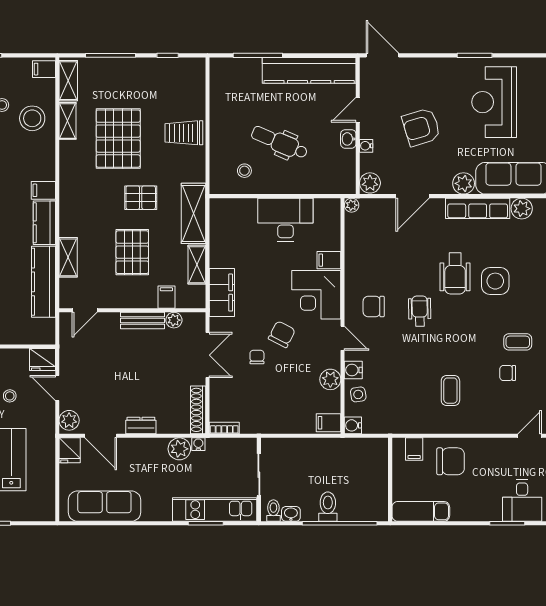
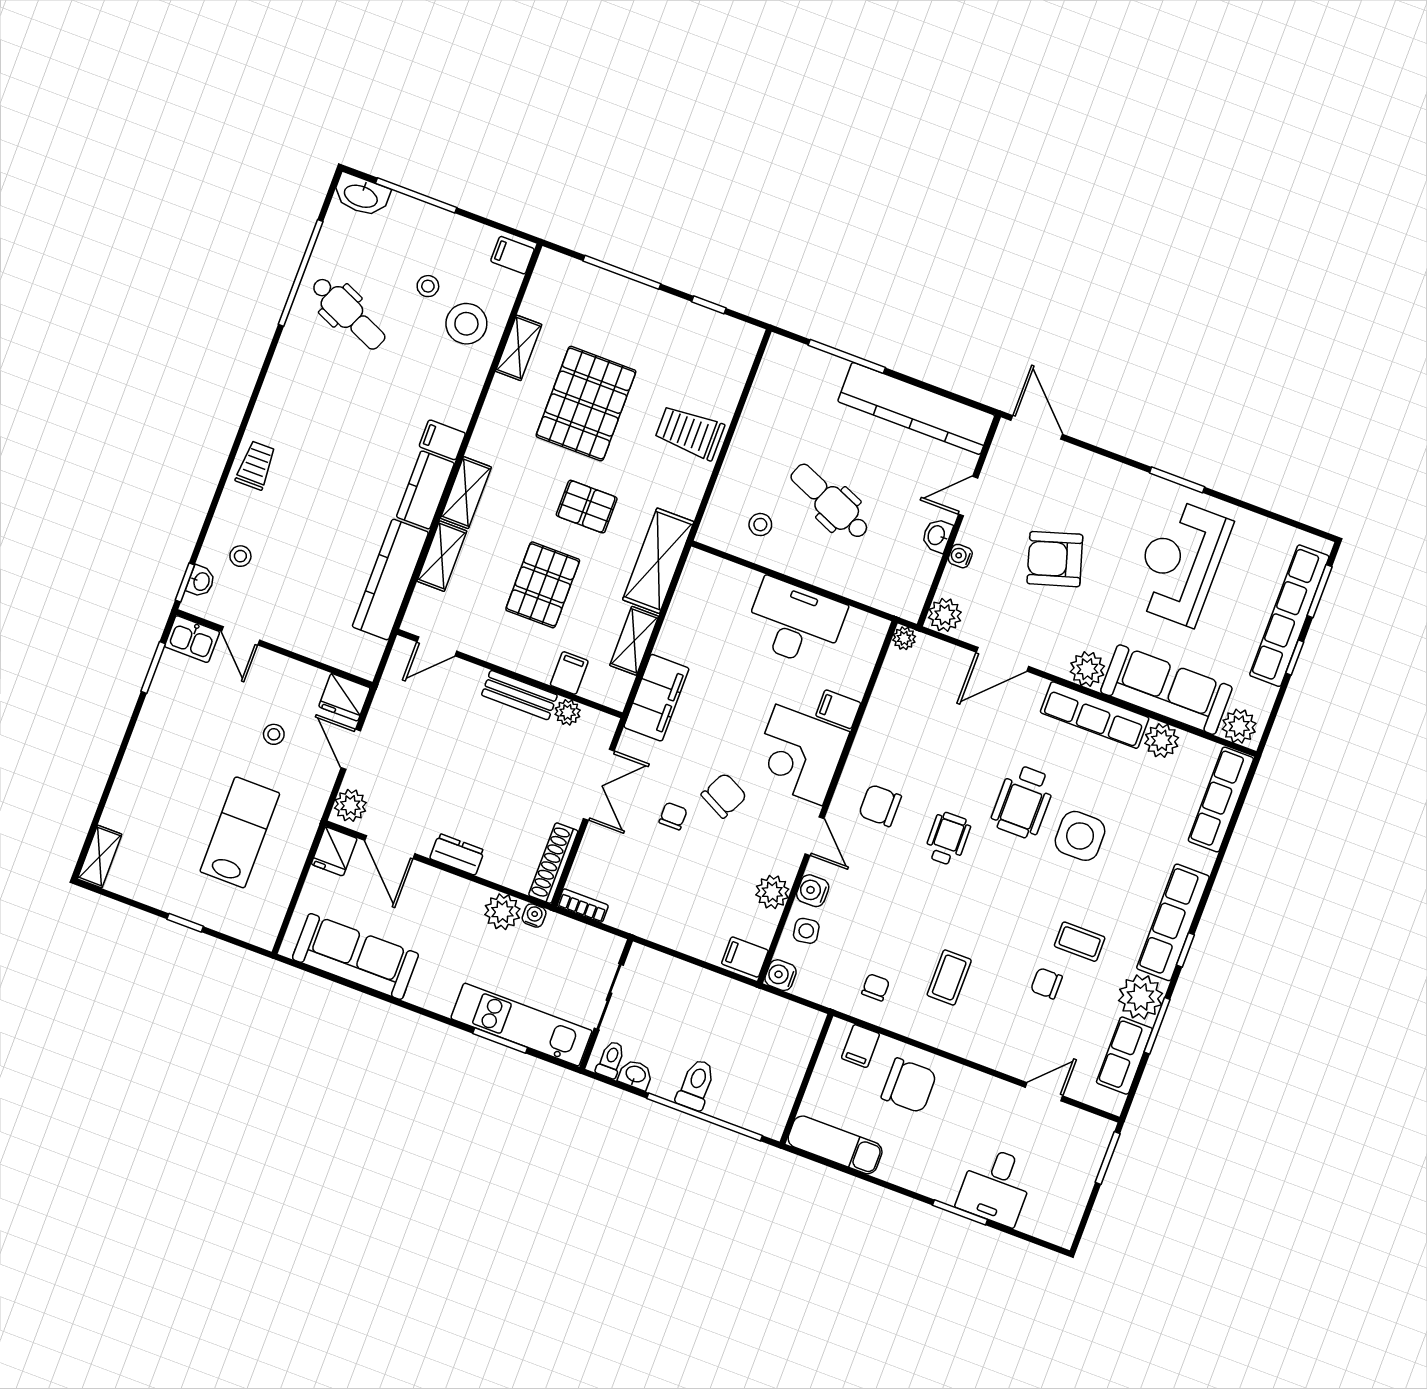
shelving: (68, 81) -> (466, 493), moved
chair: (410, 412) -> (876, 987), added

